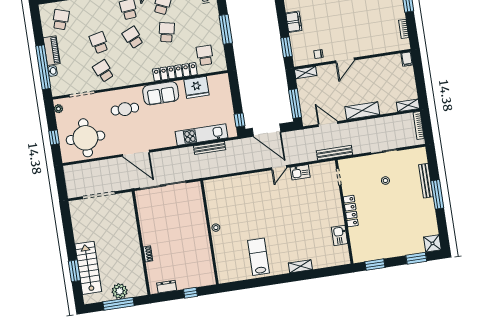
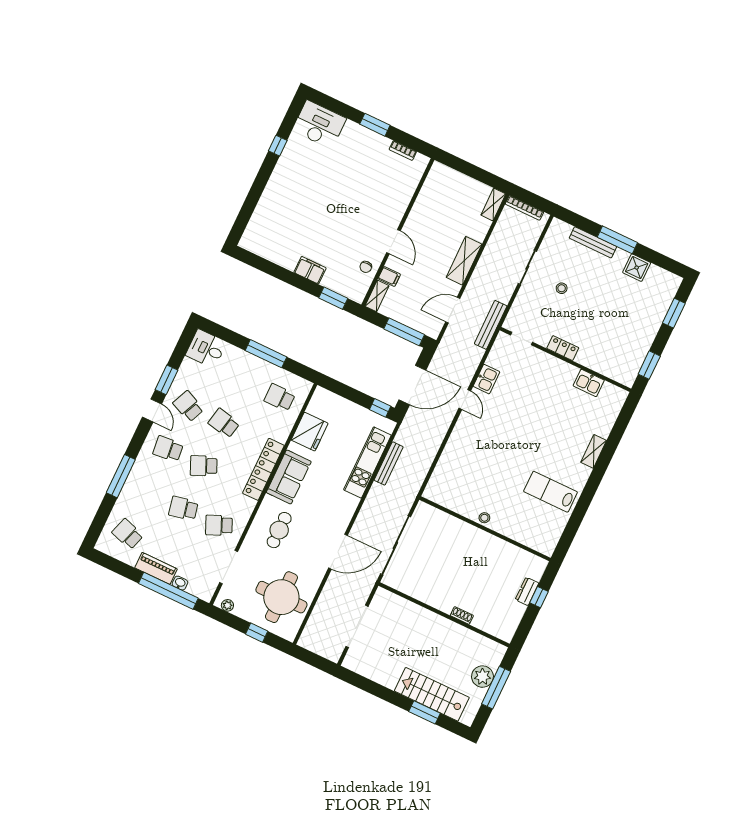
filing cabinet: (407, 59) -> (389, 277), moved
locker: (175, 72) -> (263, 469), moved
locker: (351, 211) -> (563, 348), width x0.66
shower: (432, 243) -> (637, 268), moved
dresser: (167, 287) -> (527, 591), moved

